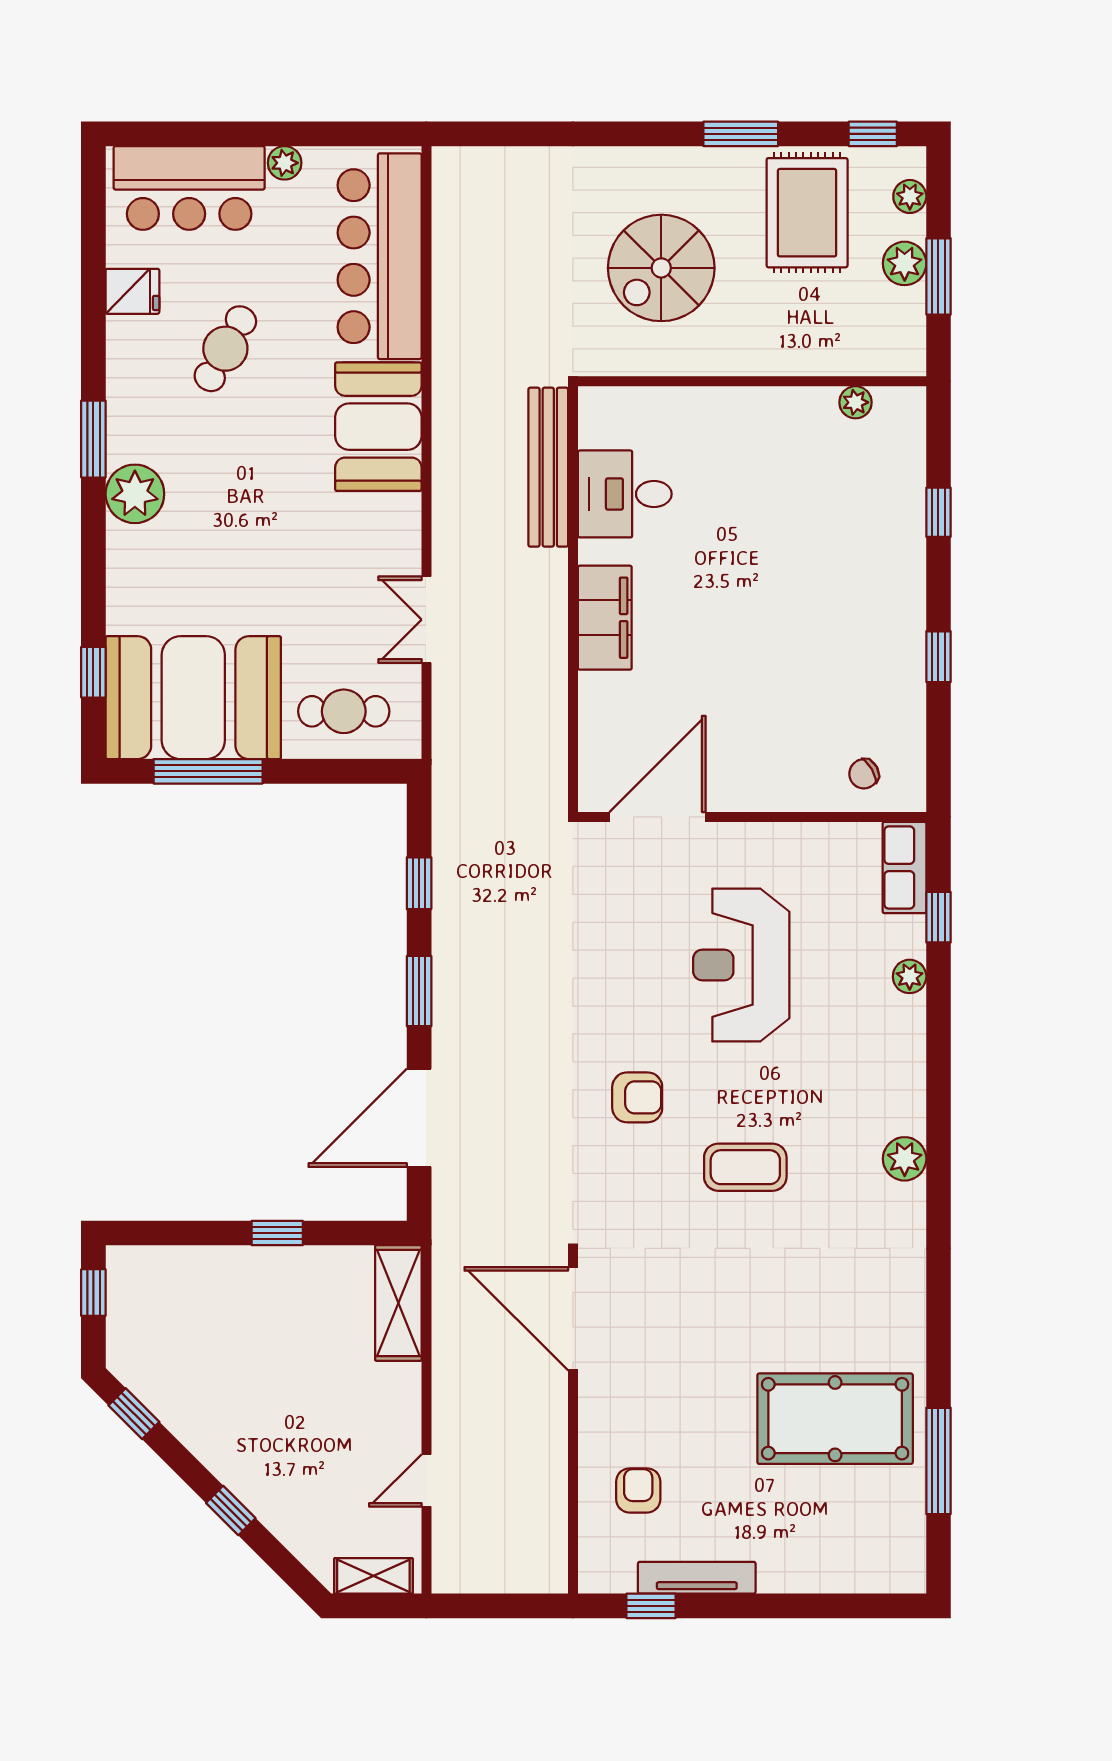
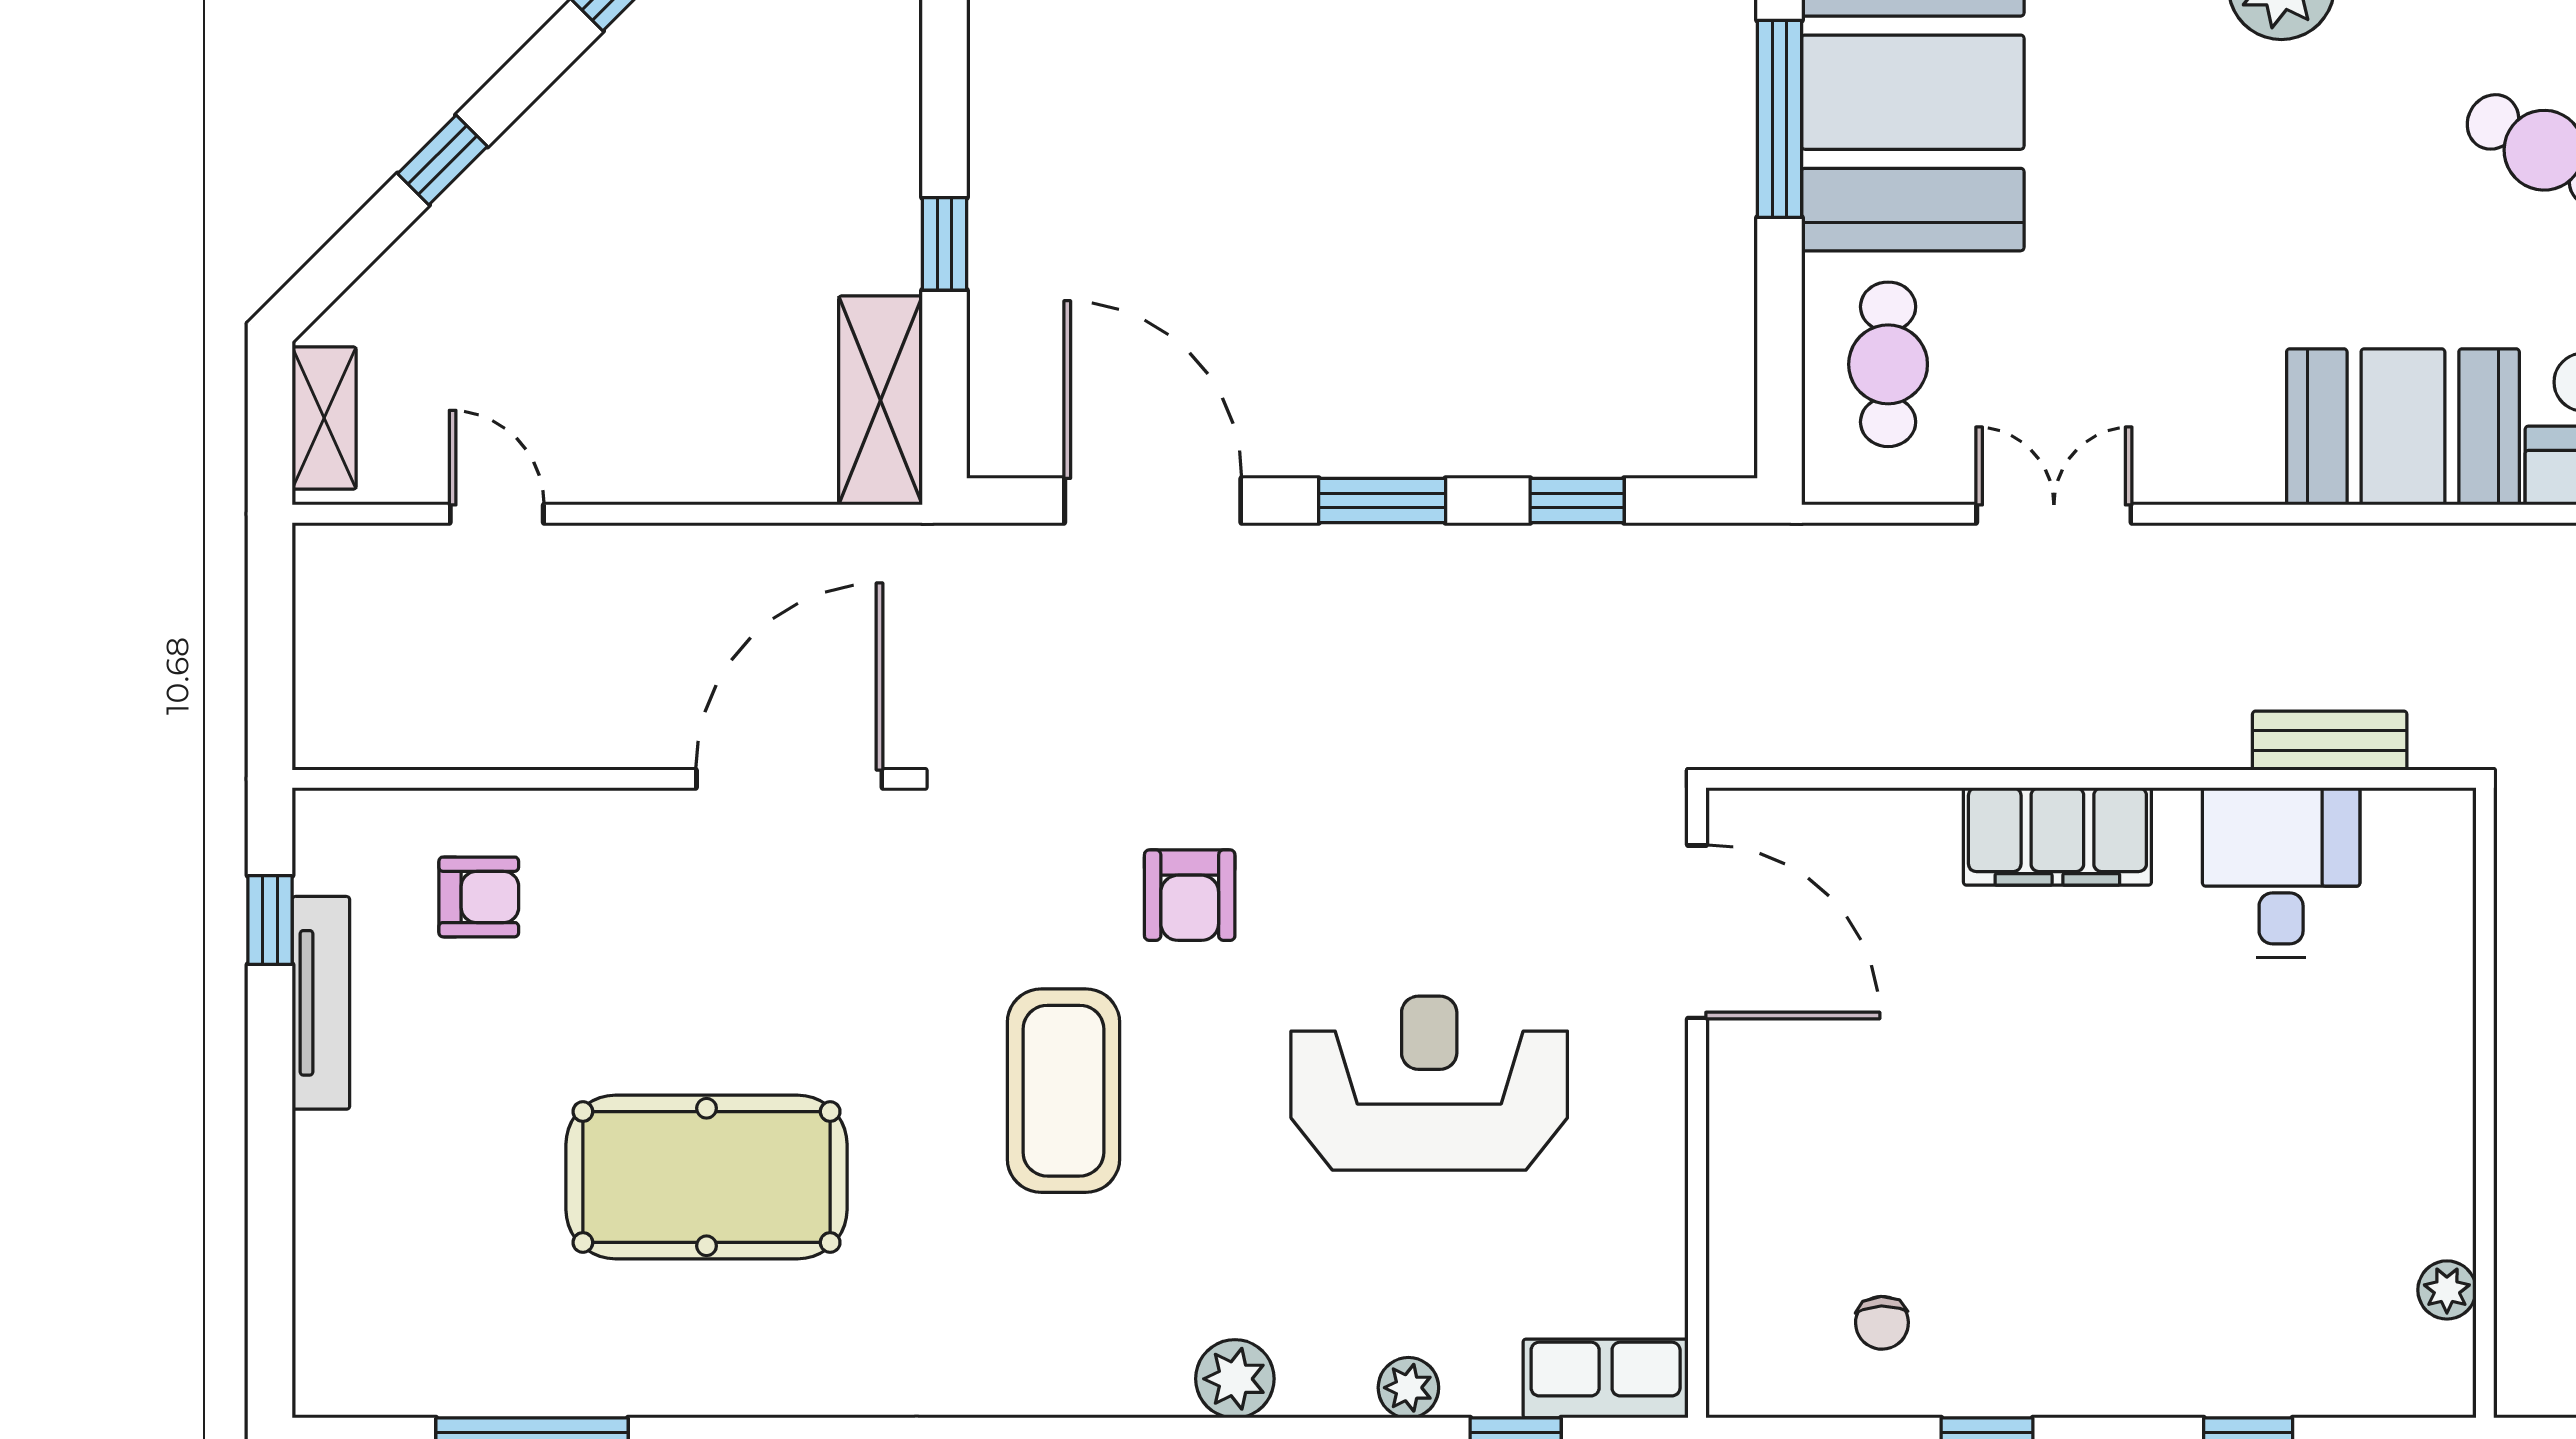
bench: (548, 467) -> (2330, 741), width x0.54, depth x0.82
chair: (864, 774) -> (1882, 1323), moved, turned -152
plant: (905, 1159) -> (1235, 1379), moved
coffee table: (745, 1167) -> (1063, 1091), width x1.36, depth x1.32
shelving: (398, 1303) -> (881, 400), moved, turned 90
pool table: (835, 1419) -> (707, 1177), moved, turned 90

